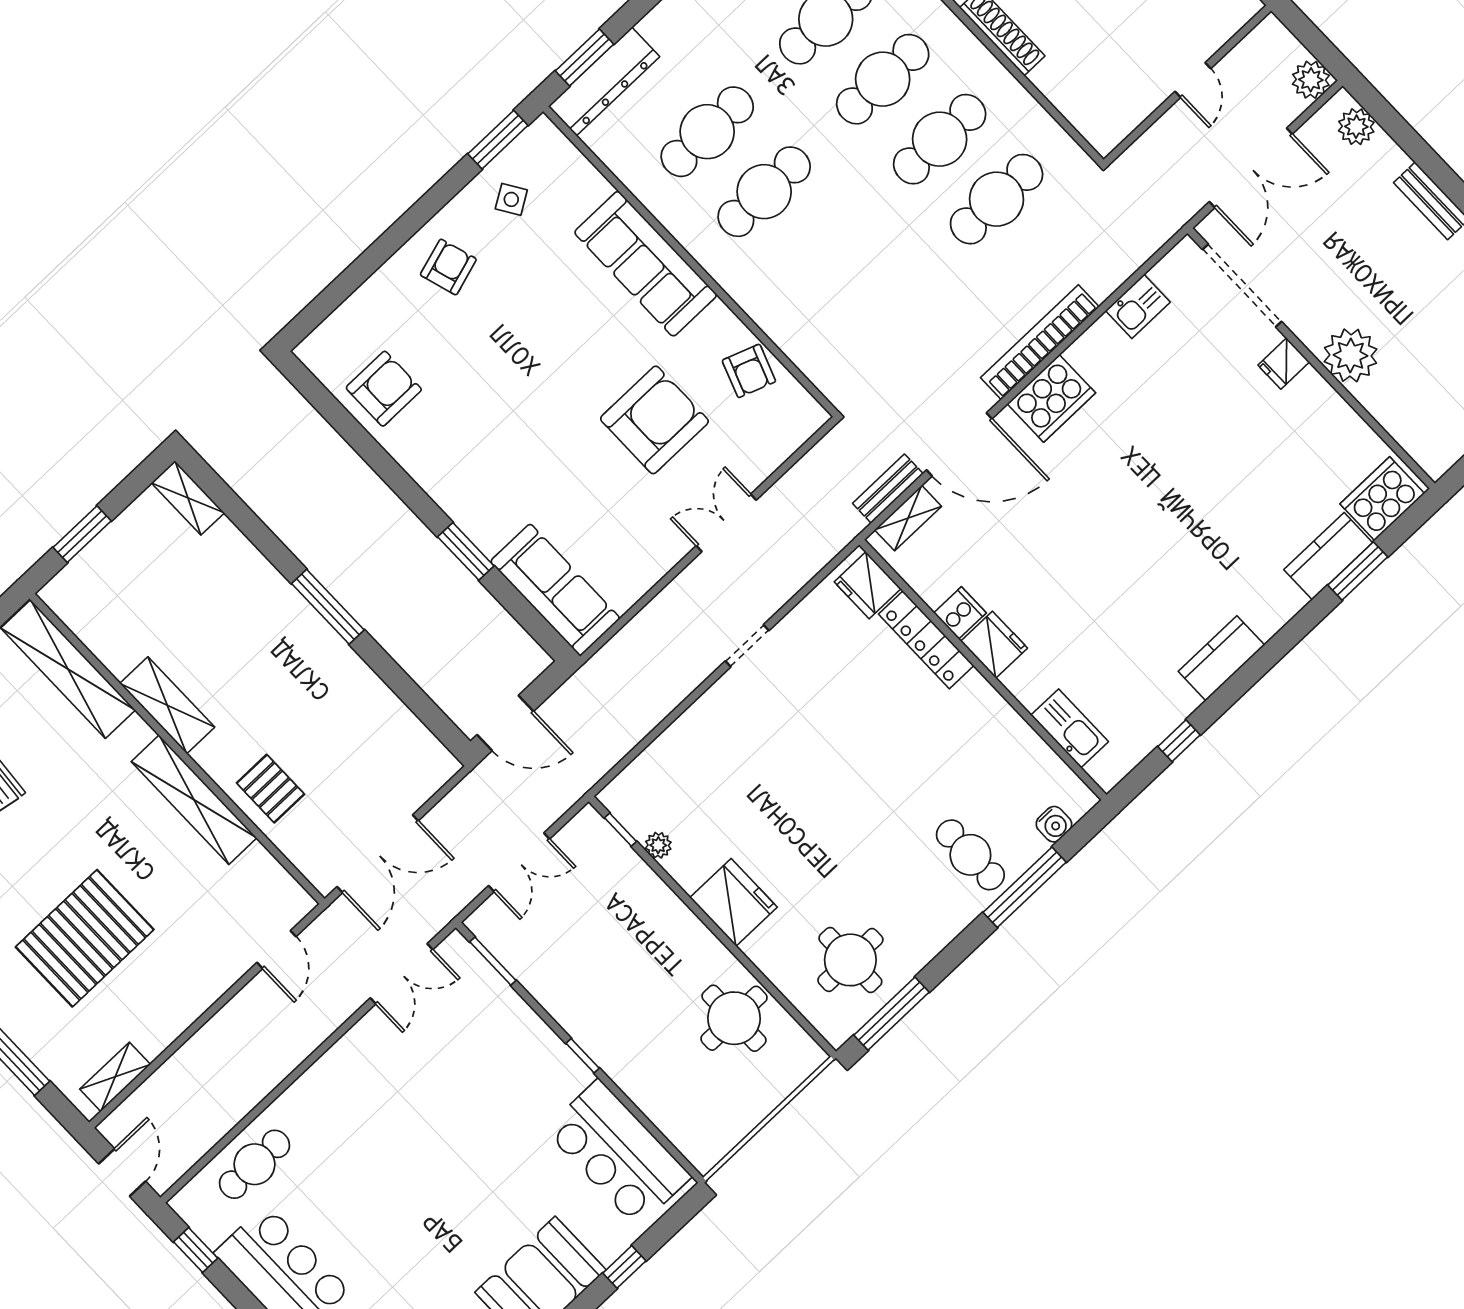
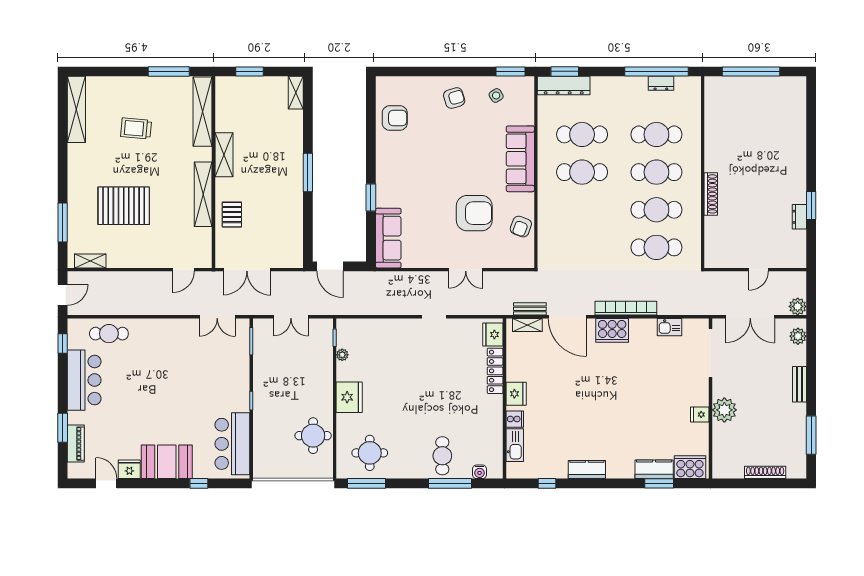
fridge: (1284, 363) -> (700, 415), moved
double door: (726, 523) -> (466, 270), swing flipped
cooker: (960, 613) -> (515, 419), moved

